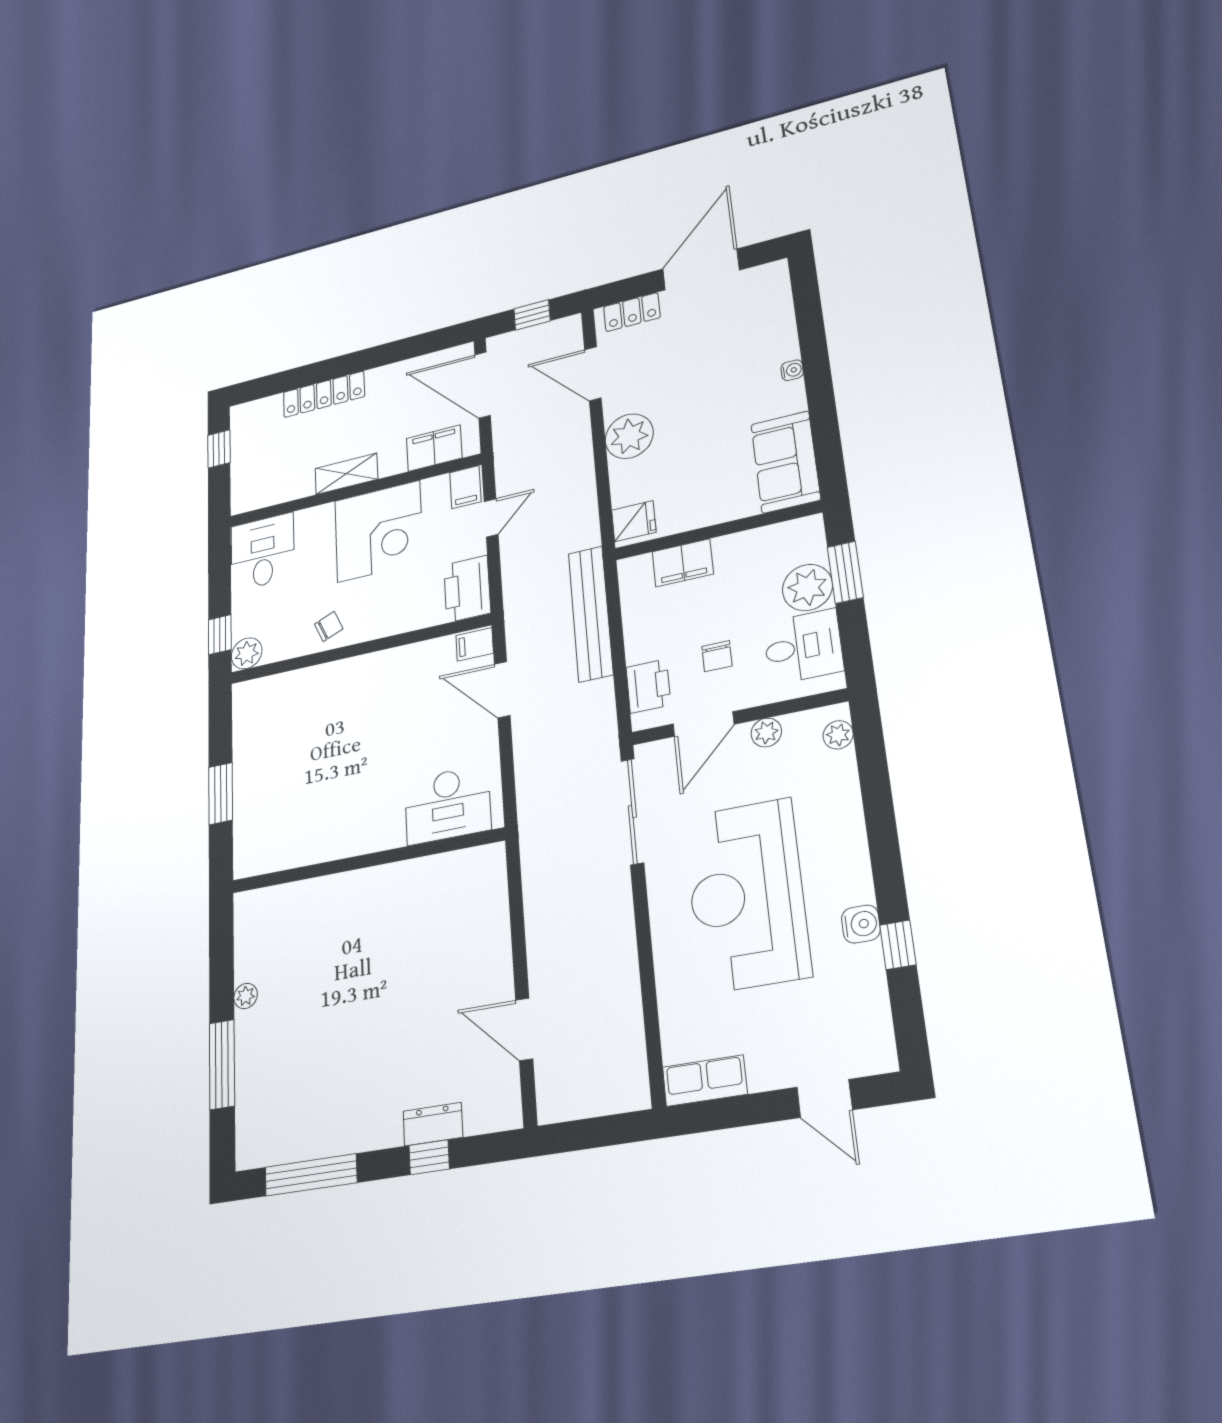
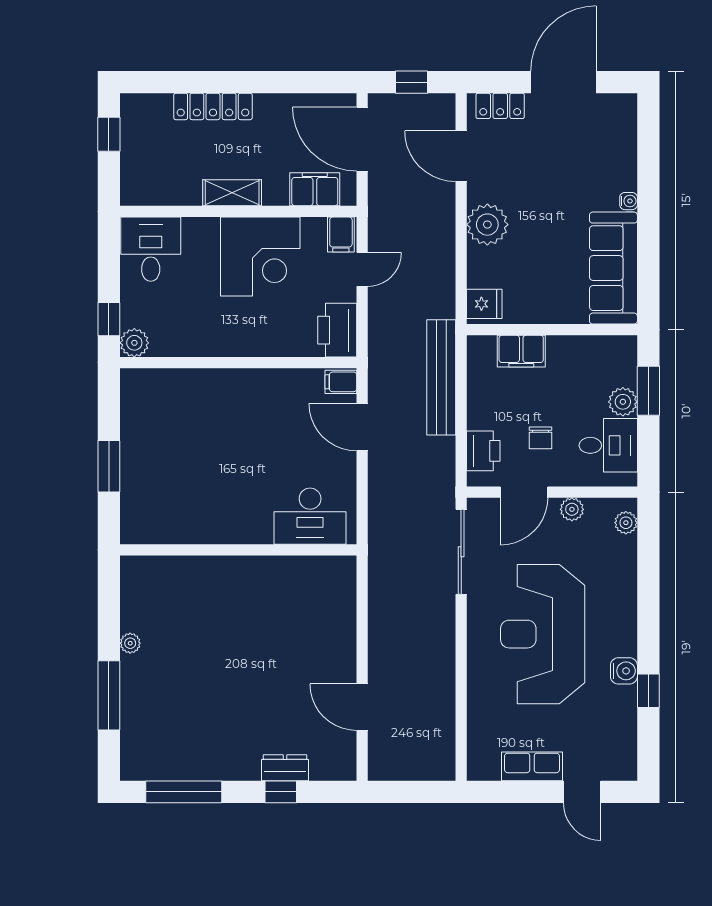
sofa: (786, 462) -> (613, 268), width x1.36
plant: (807, 588) -> (623, 402), width x0.73, depth x0.73
chair: (329, 626) -> (211, 335), removed
row of seats: (705, 1081) -> (532, 766), moved

